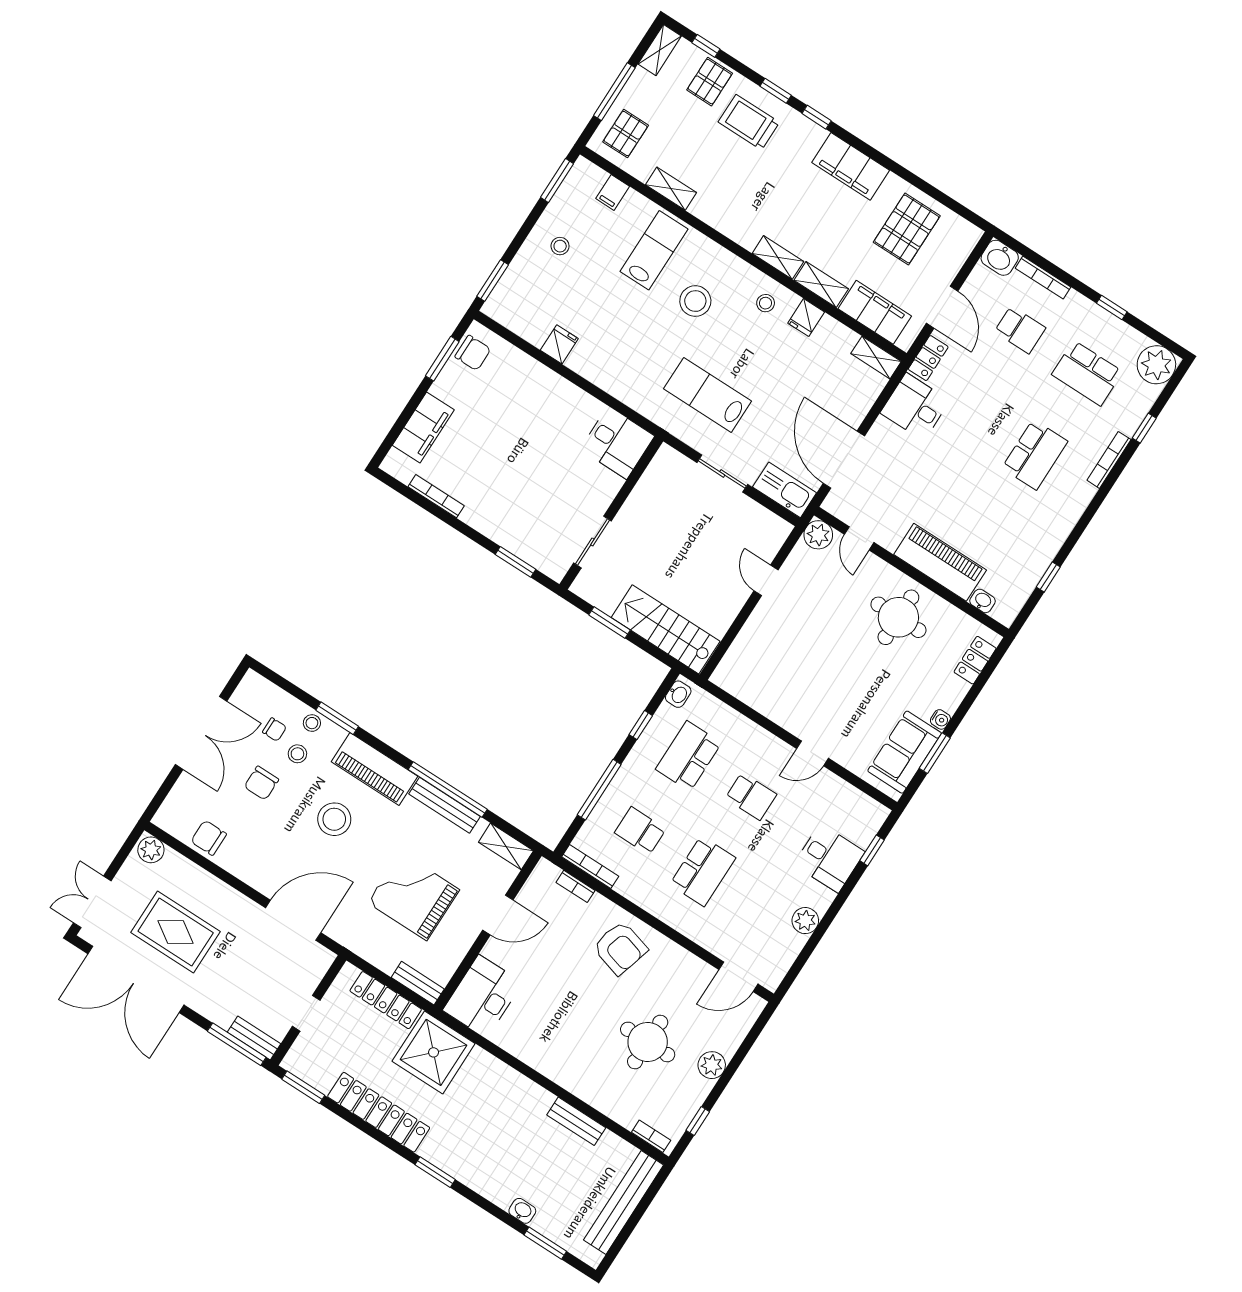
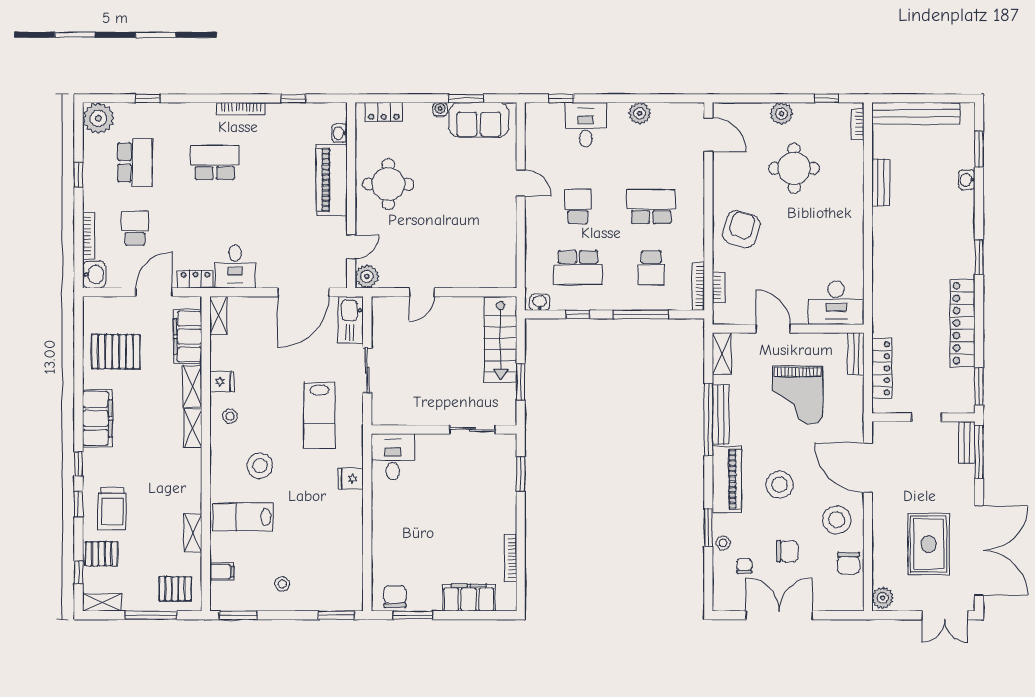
fridge: (559, 344) -> (351, 479), moved
bookcase: (1109, 460) -> (241, 109), moved
stool: (297, 754) -> (837, 520), moved, width x1.89, depth x1.89
shower: (434, 1052) -> (897, 312), removed

